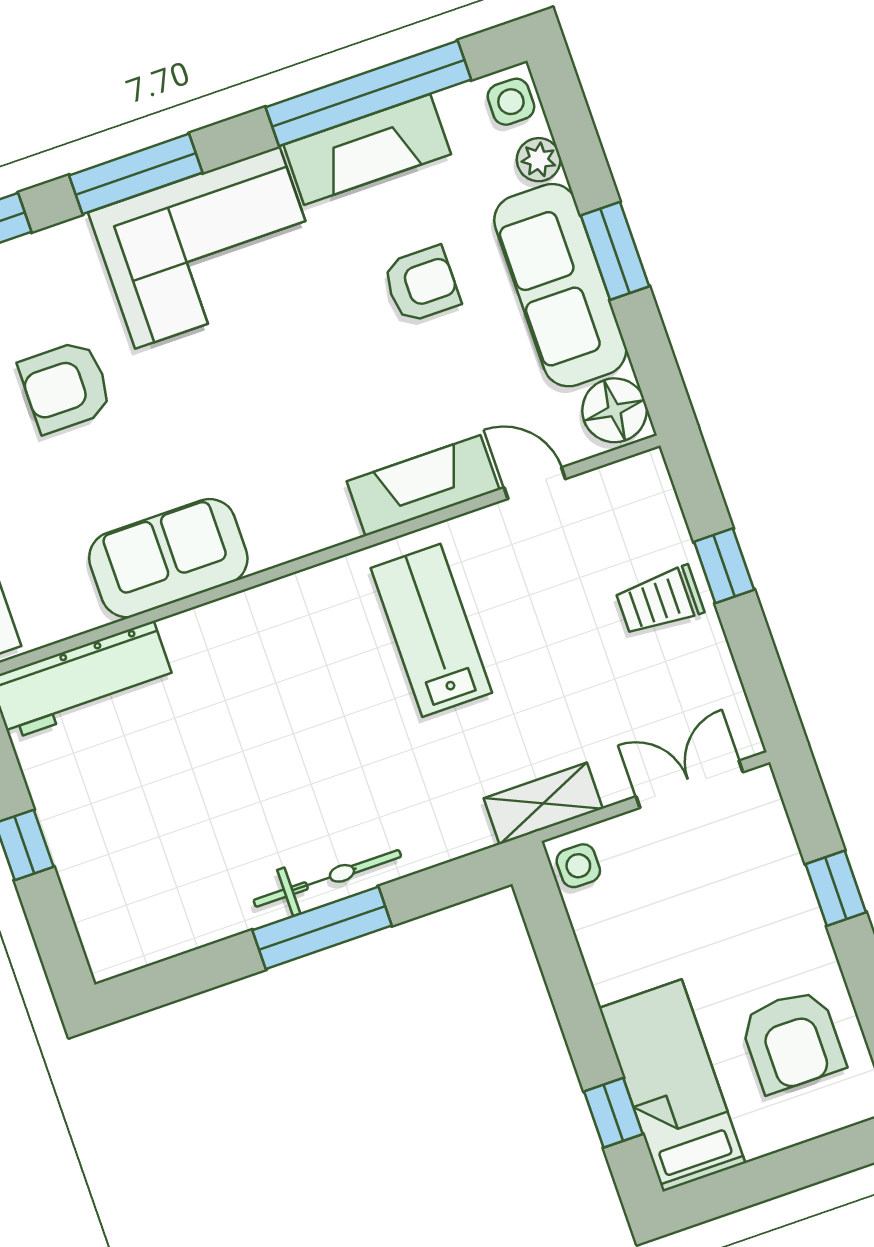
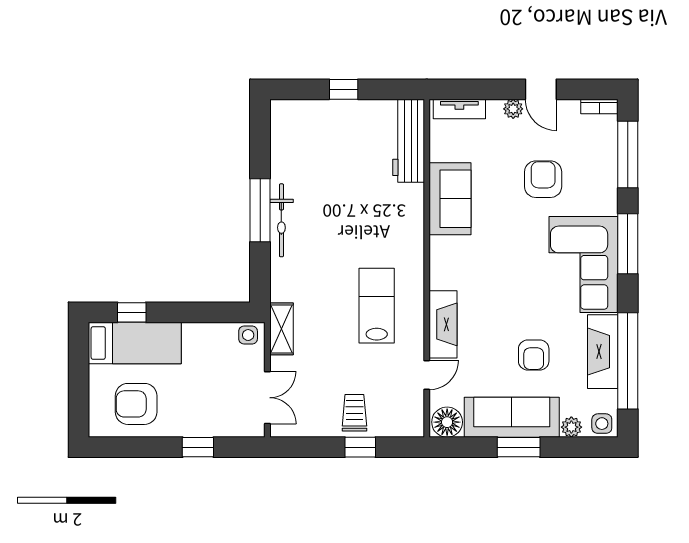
lab bench: (431, 630) -> (377, 306), turned -90

